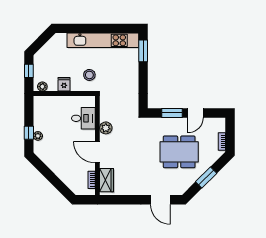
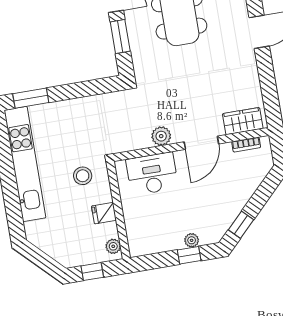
desk: (83, 118) -> (152, 174), width x1.37
window: (42, 168) -> (241, 225), added

